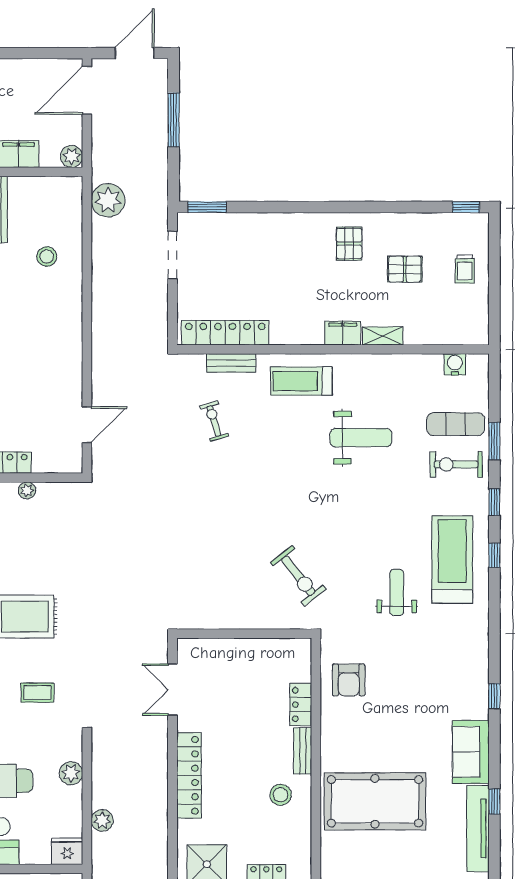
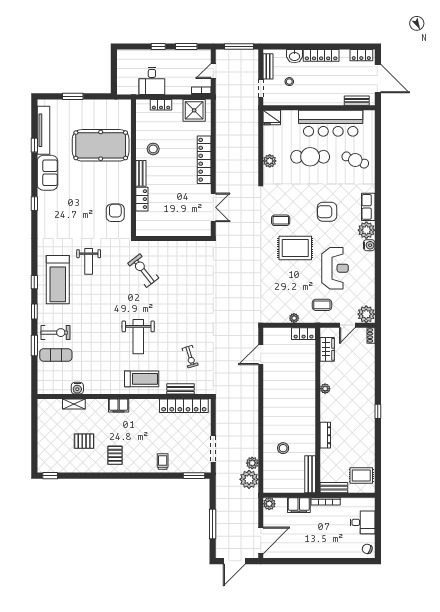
trolley: (465, 269) -> (163, 462), moved
shelving: (383, 336) -> (74, 404), moved
water cooler: (455, 364) -> (77, 388), moved
weight bench: (361, 438) -> (138, 337), moved, turned -90
coffee table: (37, 693) -> (281, 220), moved
plant: (102, 820) -> (252, 463), moved

